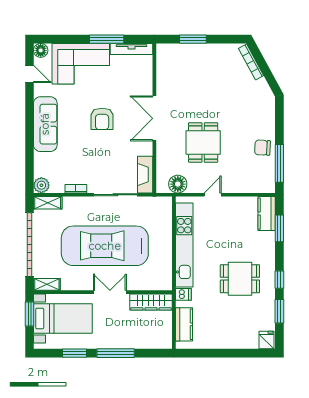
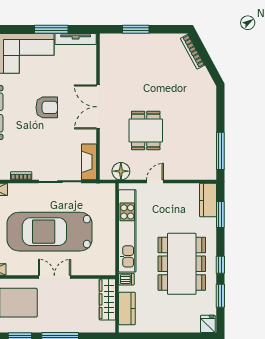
armchair: (102, 119) -> (47, 107), turned -90
chair: (262, 148) -> (204, 136), removed
dining table: (240, 279) -> (182, 264), width x1.88, depth x1.24
wardrobe: (151, 302) -> (107, 299), moved, turned 90

